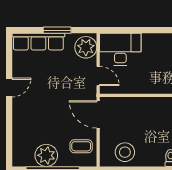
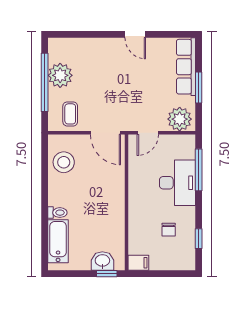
window: (132, 30) -> (199, 170), added
desk: (120, 49) -> (177, 183), moved
door: (98, 114) -> (105, 133), swing flipped

